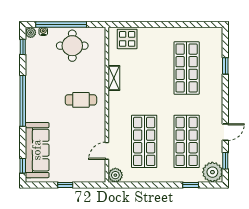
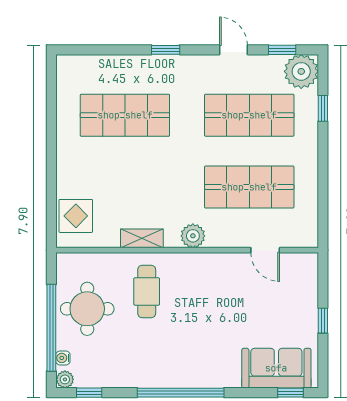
window: (225, 66) -> (166, 50), moved
cafe table: (81, 100) -> (147, 291), moved
sofa: (37, 150) -> (276, 368), width x0.73
plant: (115, 175) -> (193, 236), moved

